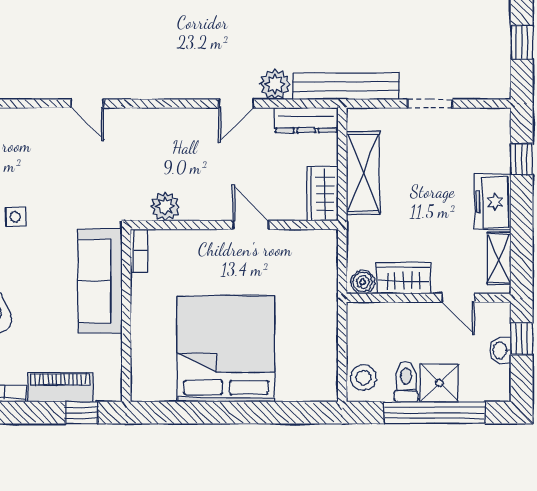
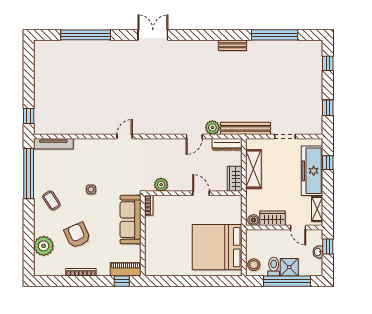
door: (87, 104) -> (125, 137), swing flipped
freezer: (493, 202) -> (312, 171), width x1.91, depth x1.26
bed: (226, 349) -> (217, 247), moved, turned -90
piano: (61, 387) -> (126, 269), moved

